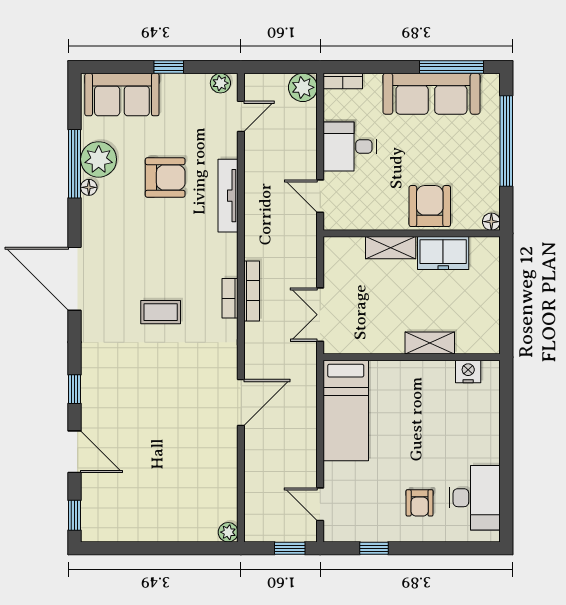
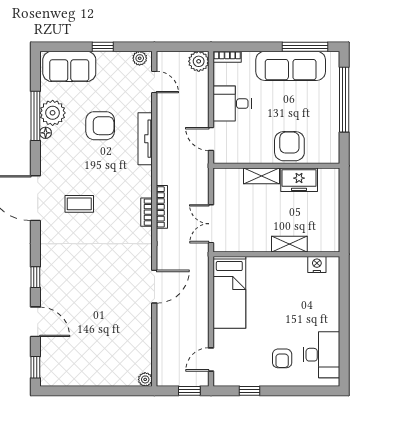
door: (241, 116) -> (154, 82), hinge flipped
floor lamp: (491, 222) -> (333, 157), removed
coffee table: (161, 312) -> (79, 204), moved
door: (320, 504) -> (211, 359), hinge flipped

